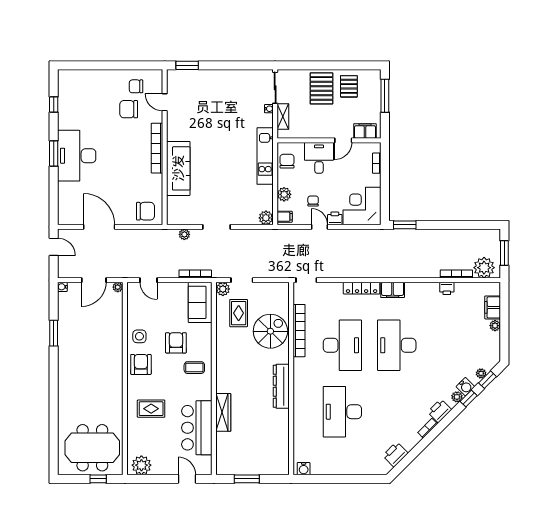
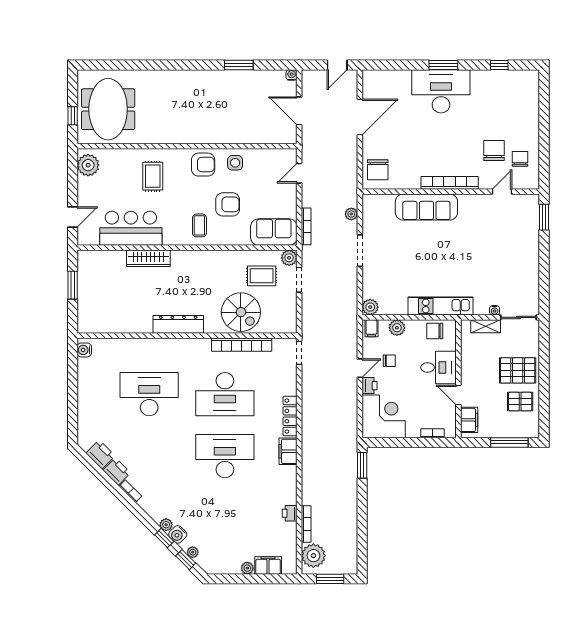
chair: (287, 161) -> (435, 331), turned 180
plant: (118, 287) -> (291, 138), removed
printer: (440, 411) -> (117, 471), moved

